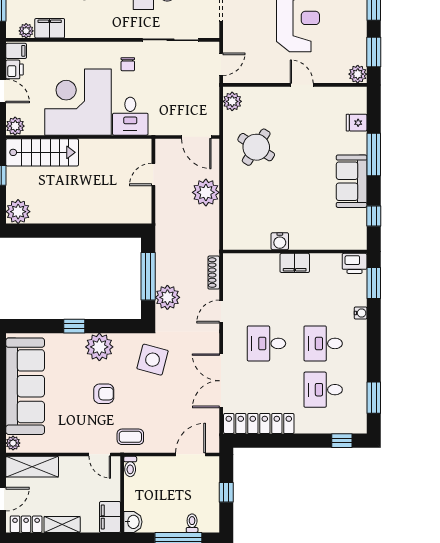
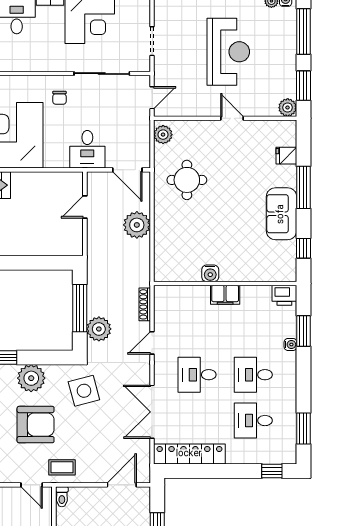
desk: (130, 116) -> (87, 149), moved
round table: (256, 147) -> (187, 180), turned -33
window: (374, 283) -> (303, 331), moved
side table: (153, 360) -> (84, 391), turned -30
armchair: (104, 394) -> (36, 425), width x1.88, depth x1.88

